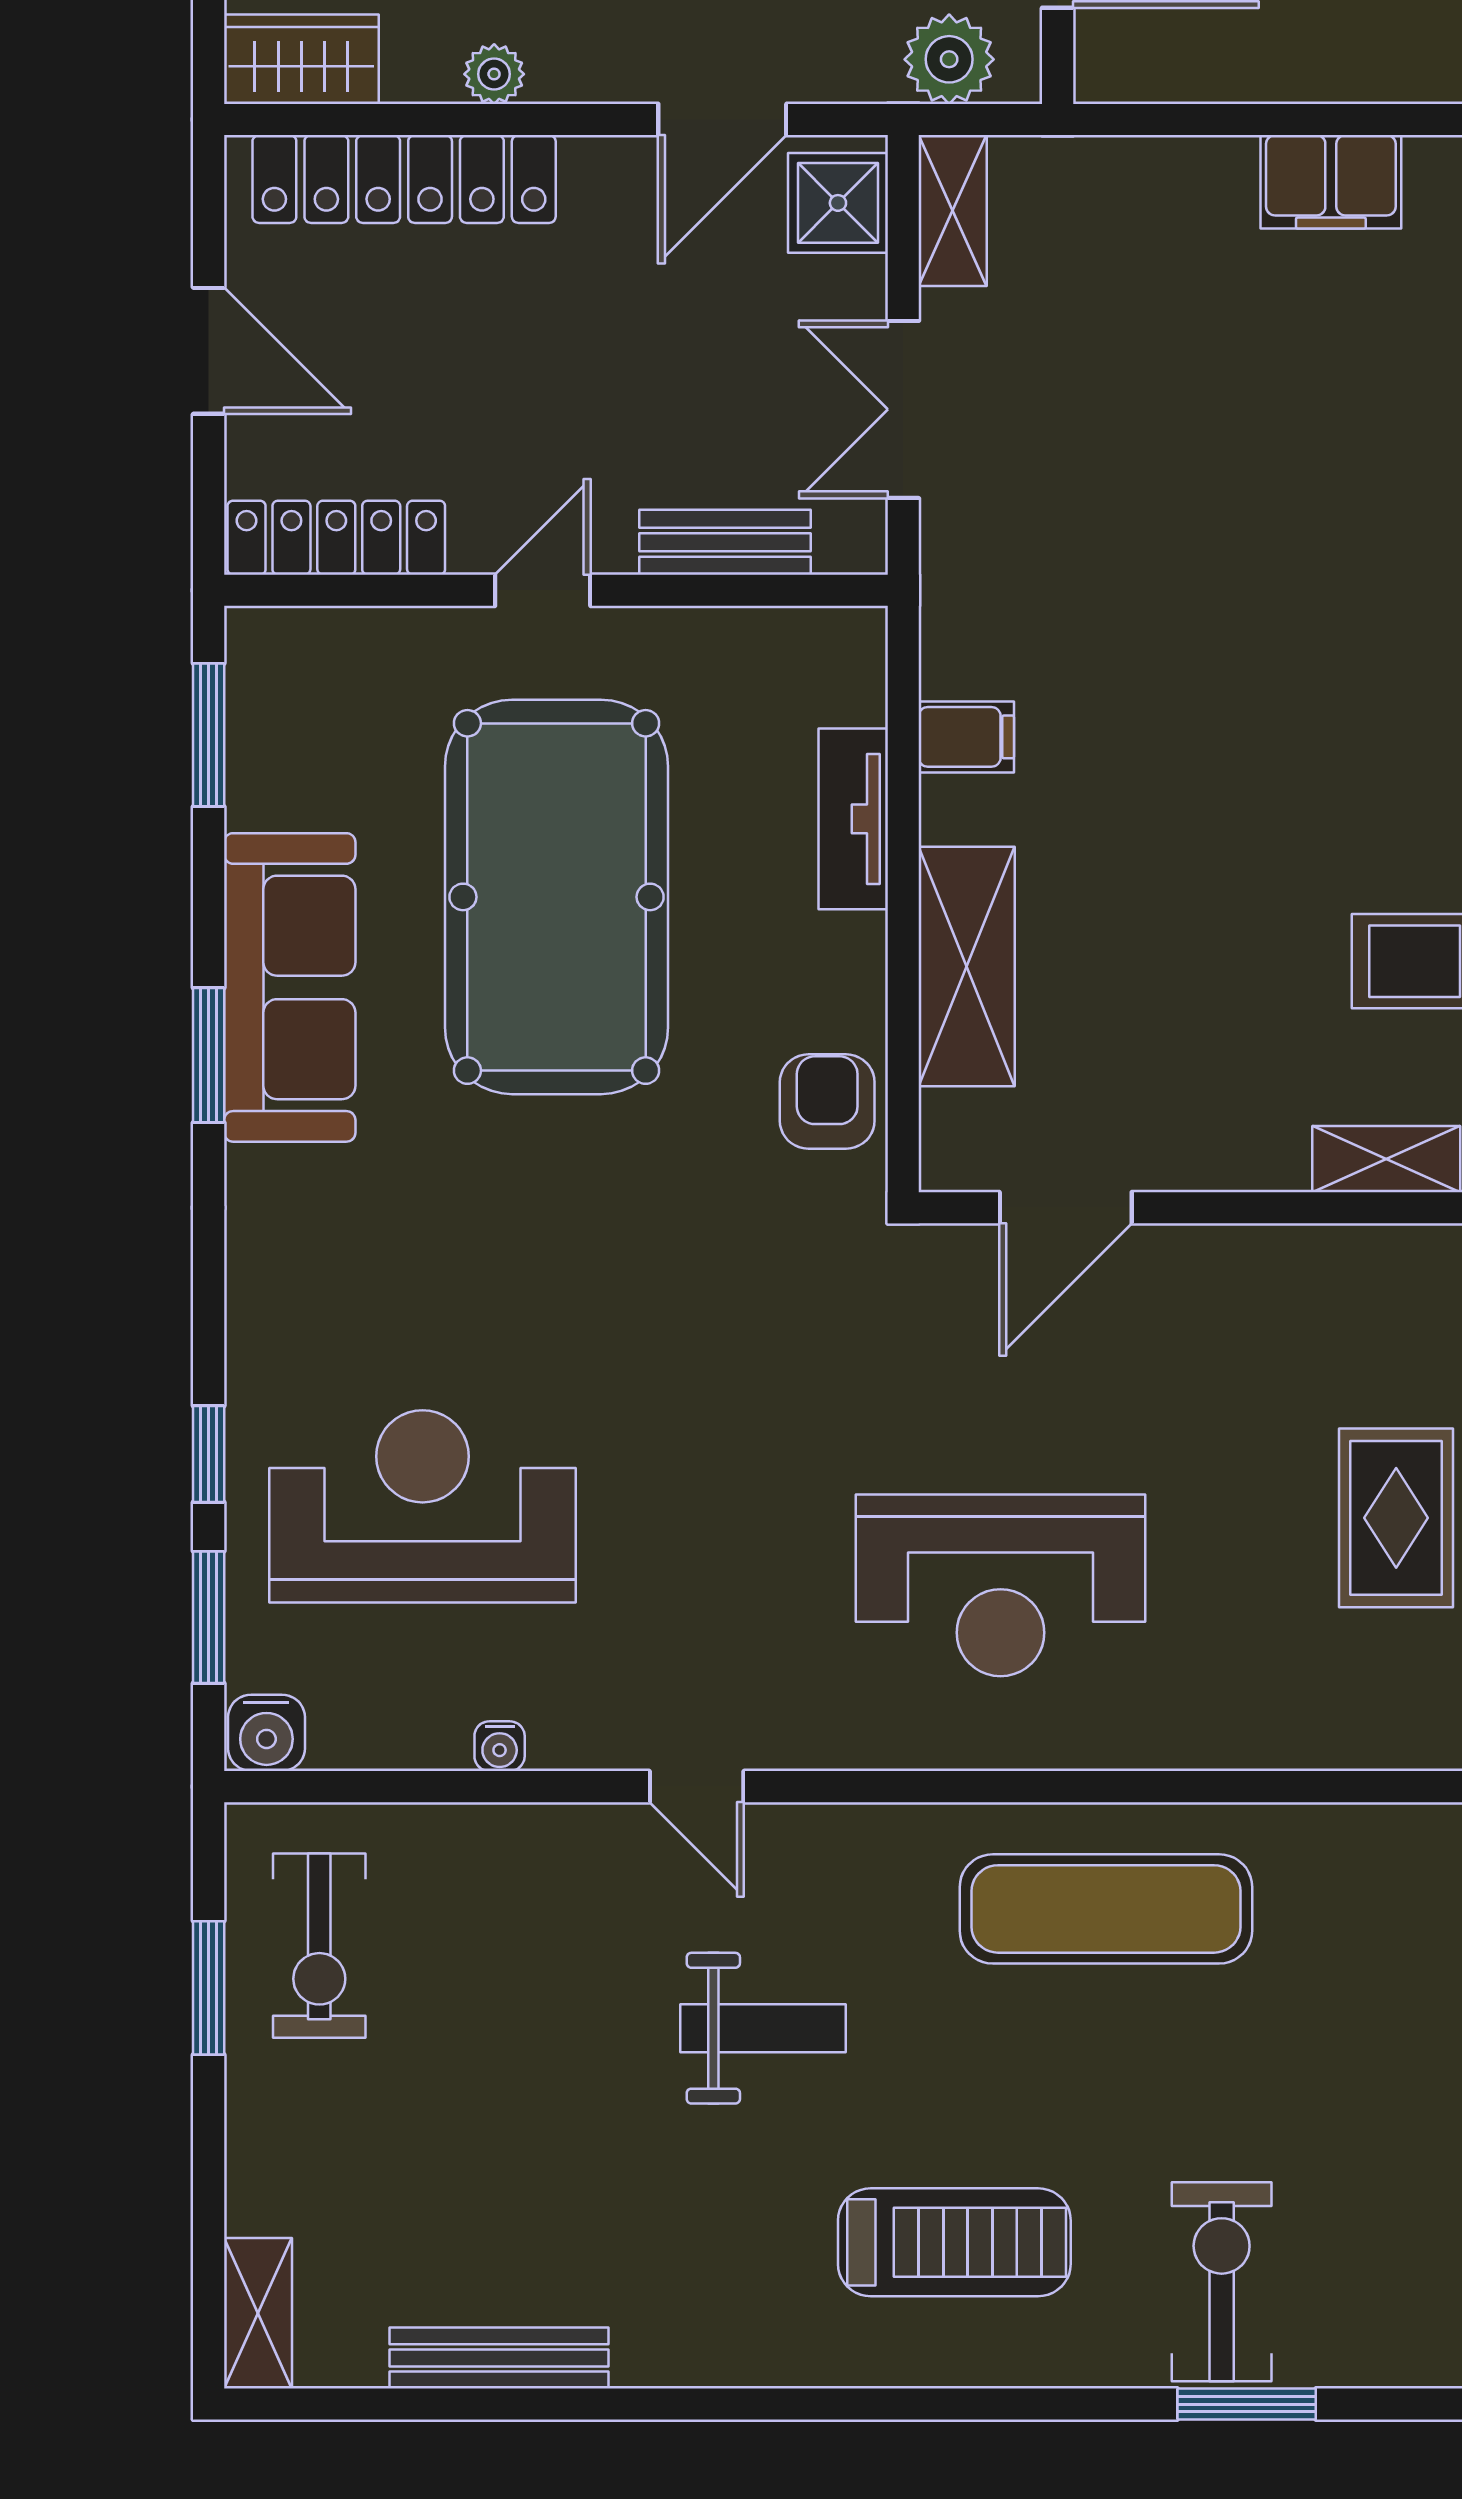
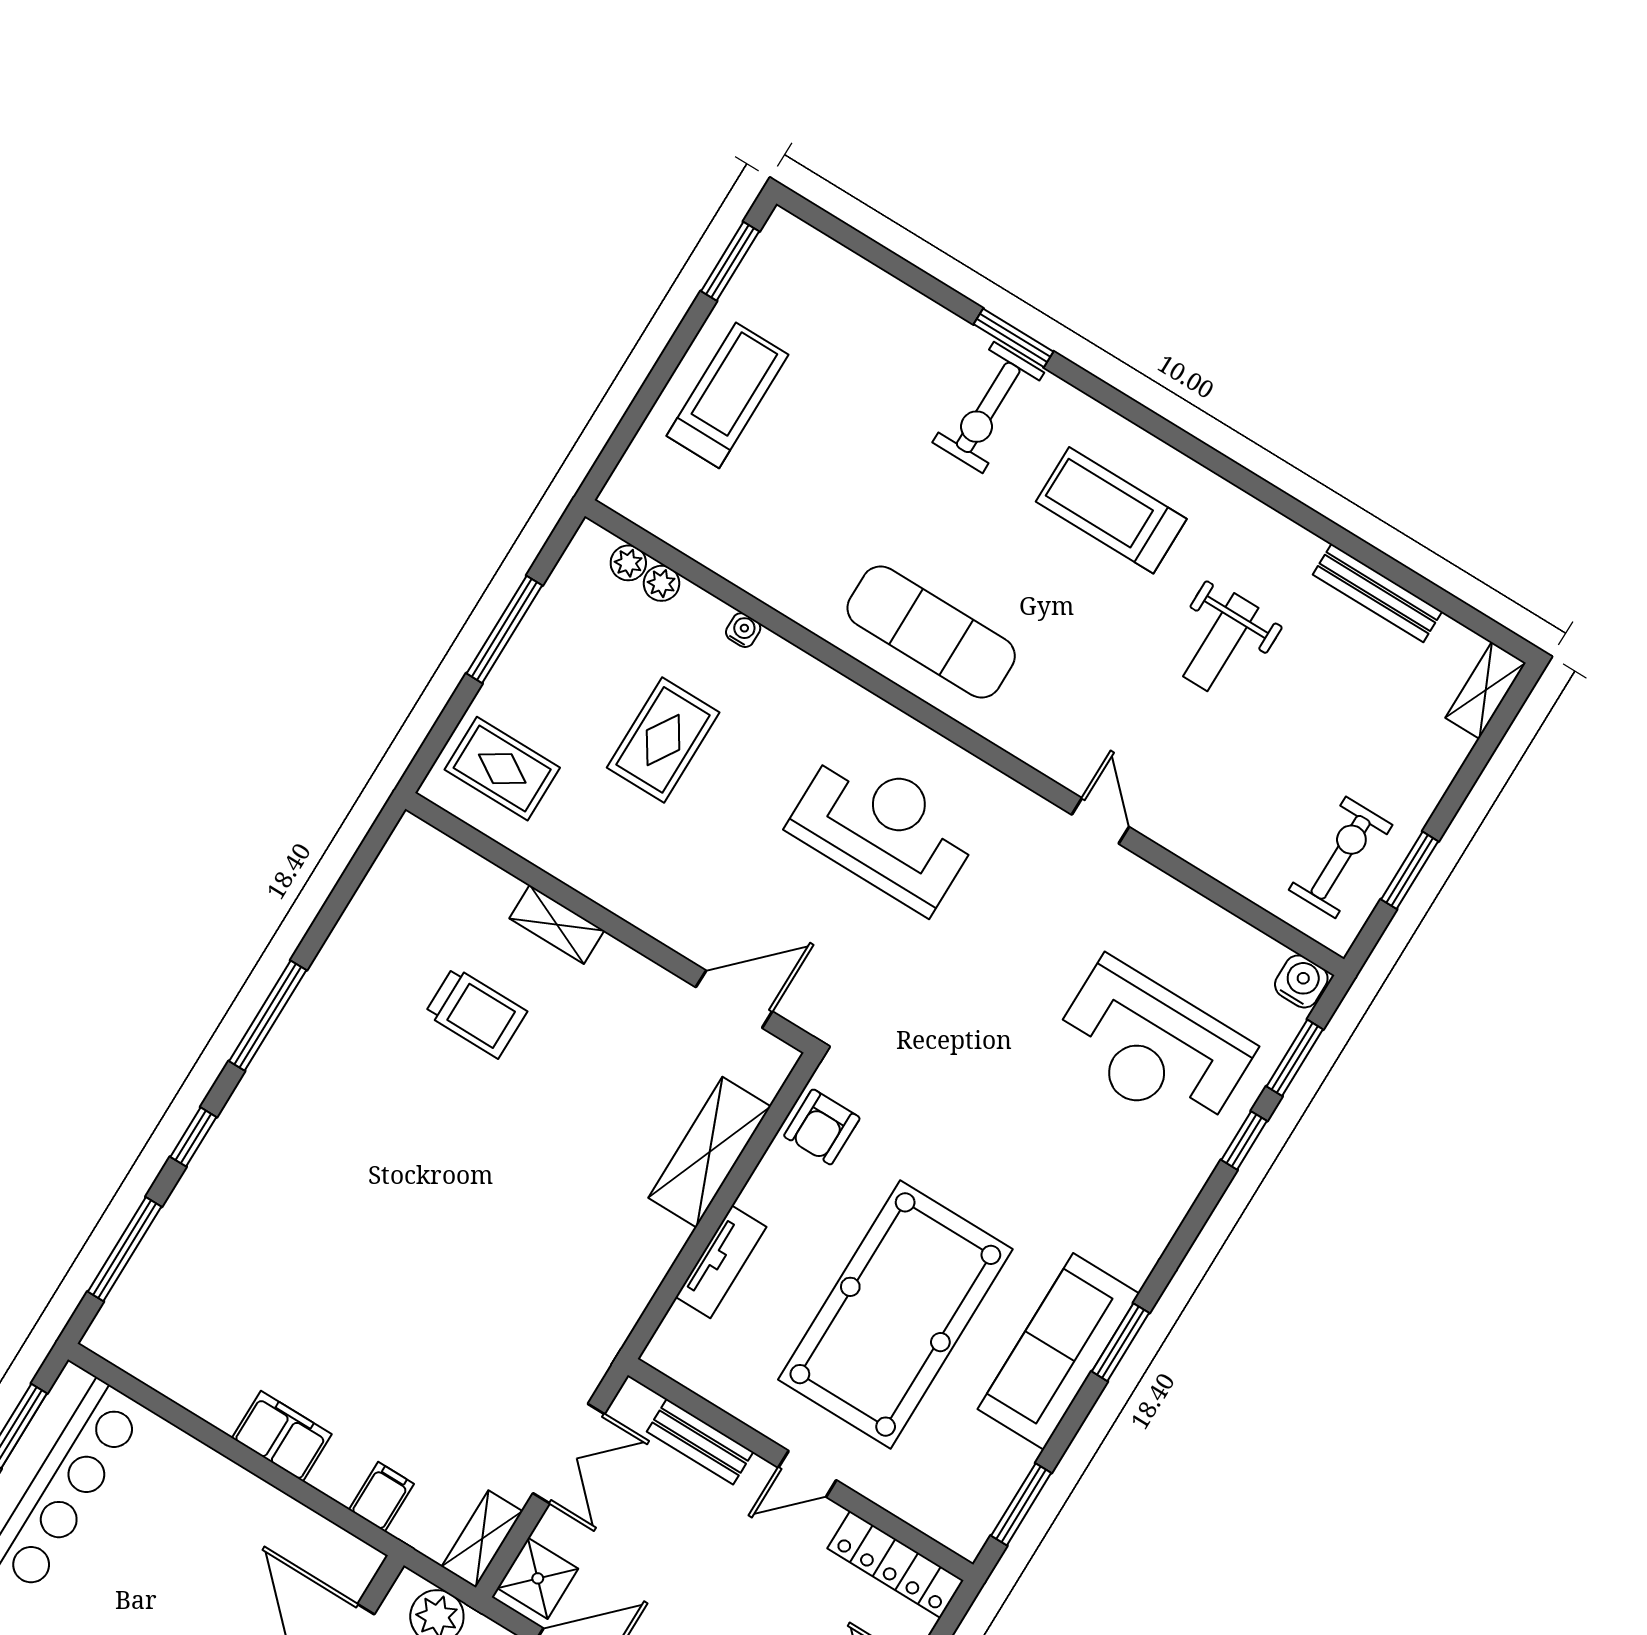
filing cabinet: (966, 737) -> (381, 1497), moved, turned 90
water cooler: (500, 1746) -> (743, 630), moved
weight bench: (763, 2028) -> (1221, 642), moved, turned -90

